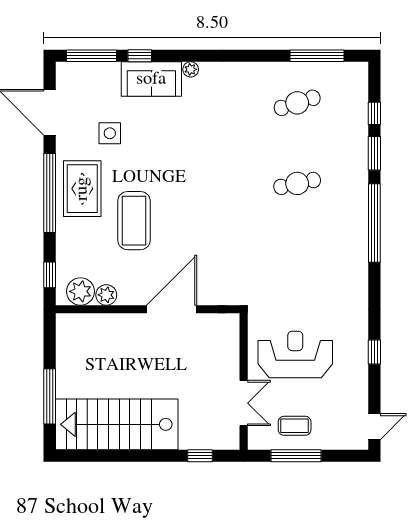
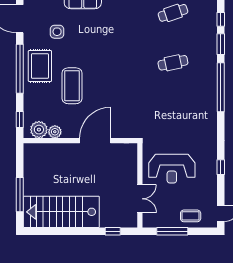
reception desk: (295, 354) -> (172, 169), turned 180
coffee table: (295, 426) -> (191, 216), moved

